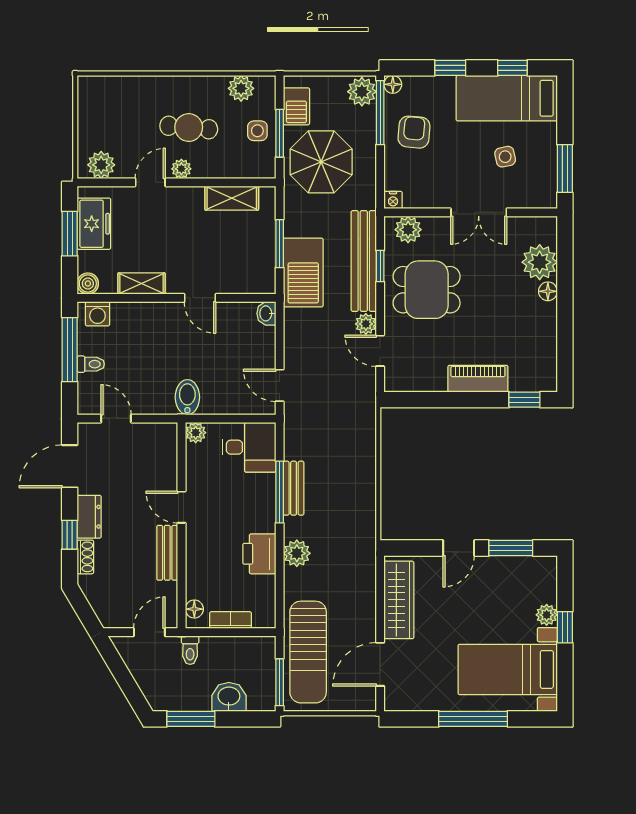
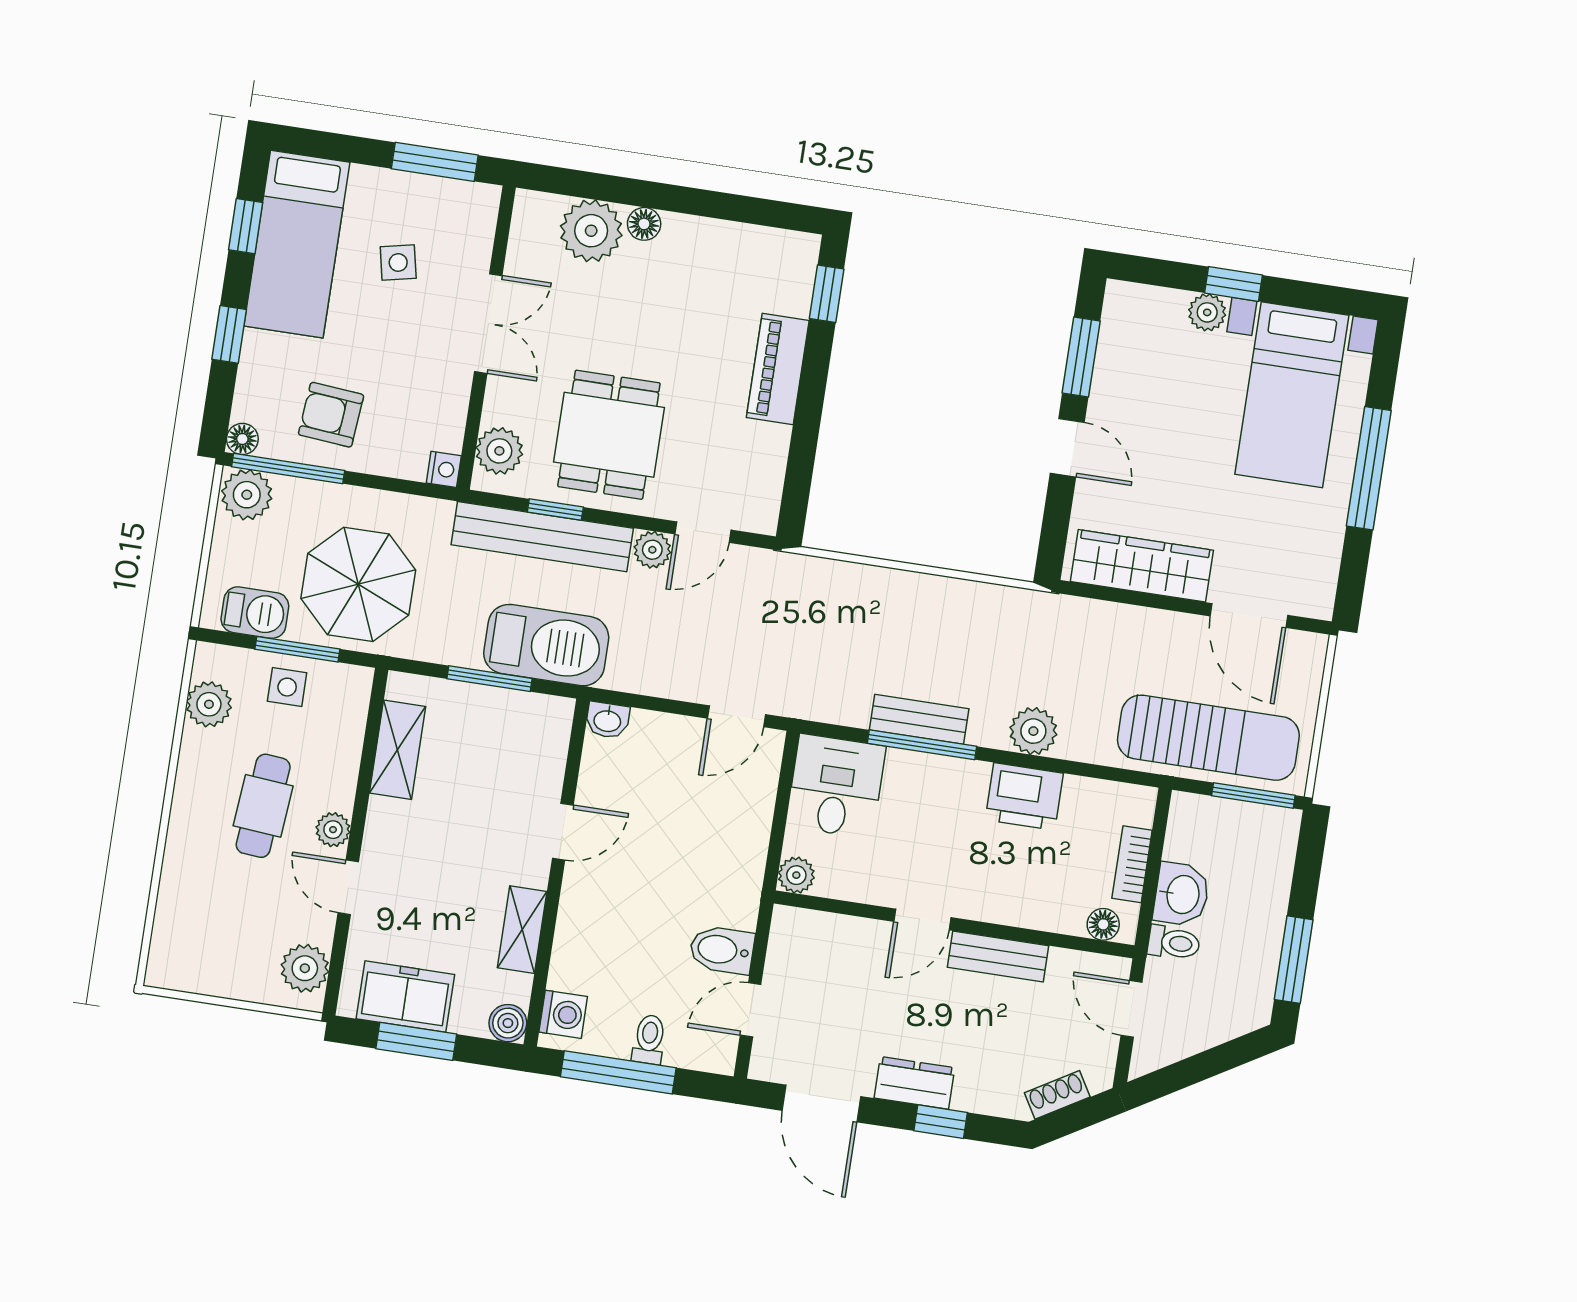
bidet: (187, 397) -> (722, 950), moved
shoe rack: (85, 557) -> (1057, 1095), moved, turned -31
washbasin: (229, 697) -> (1181, 894), moved, turned 180

